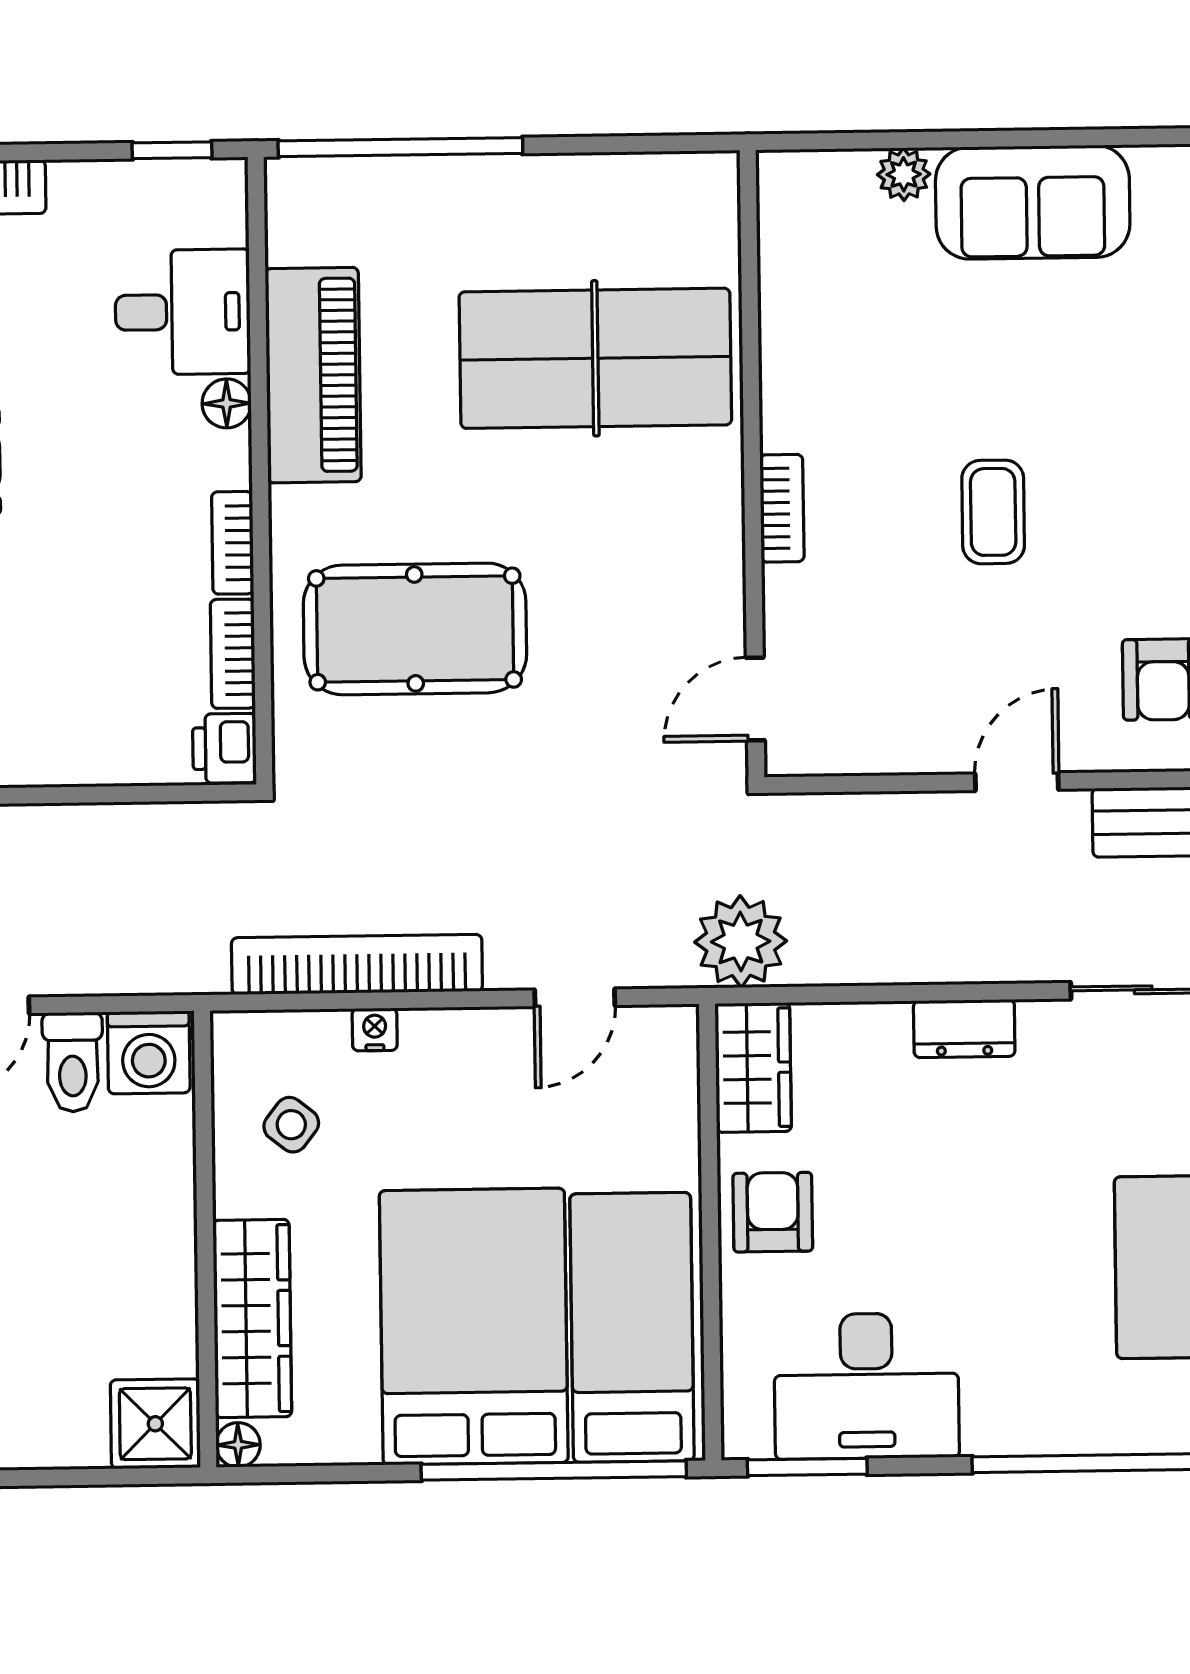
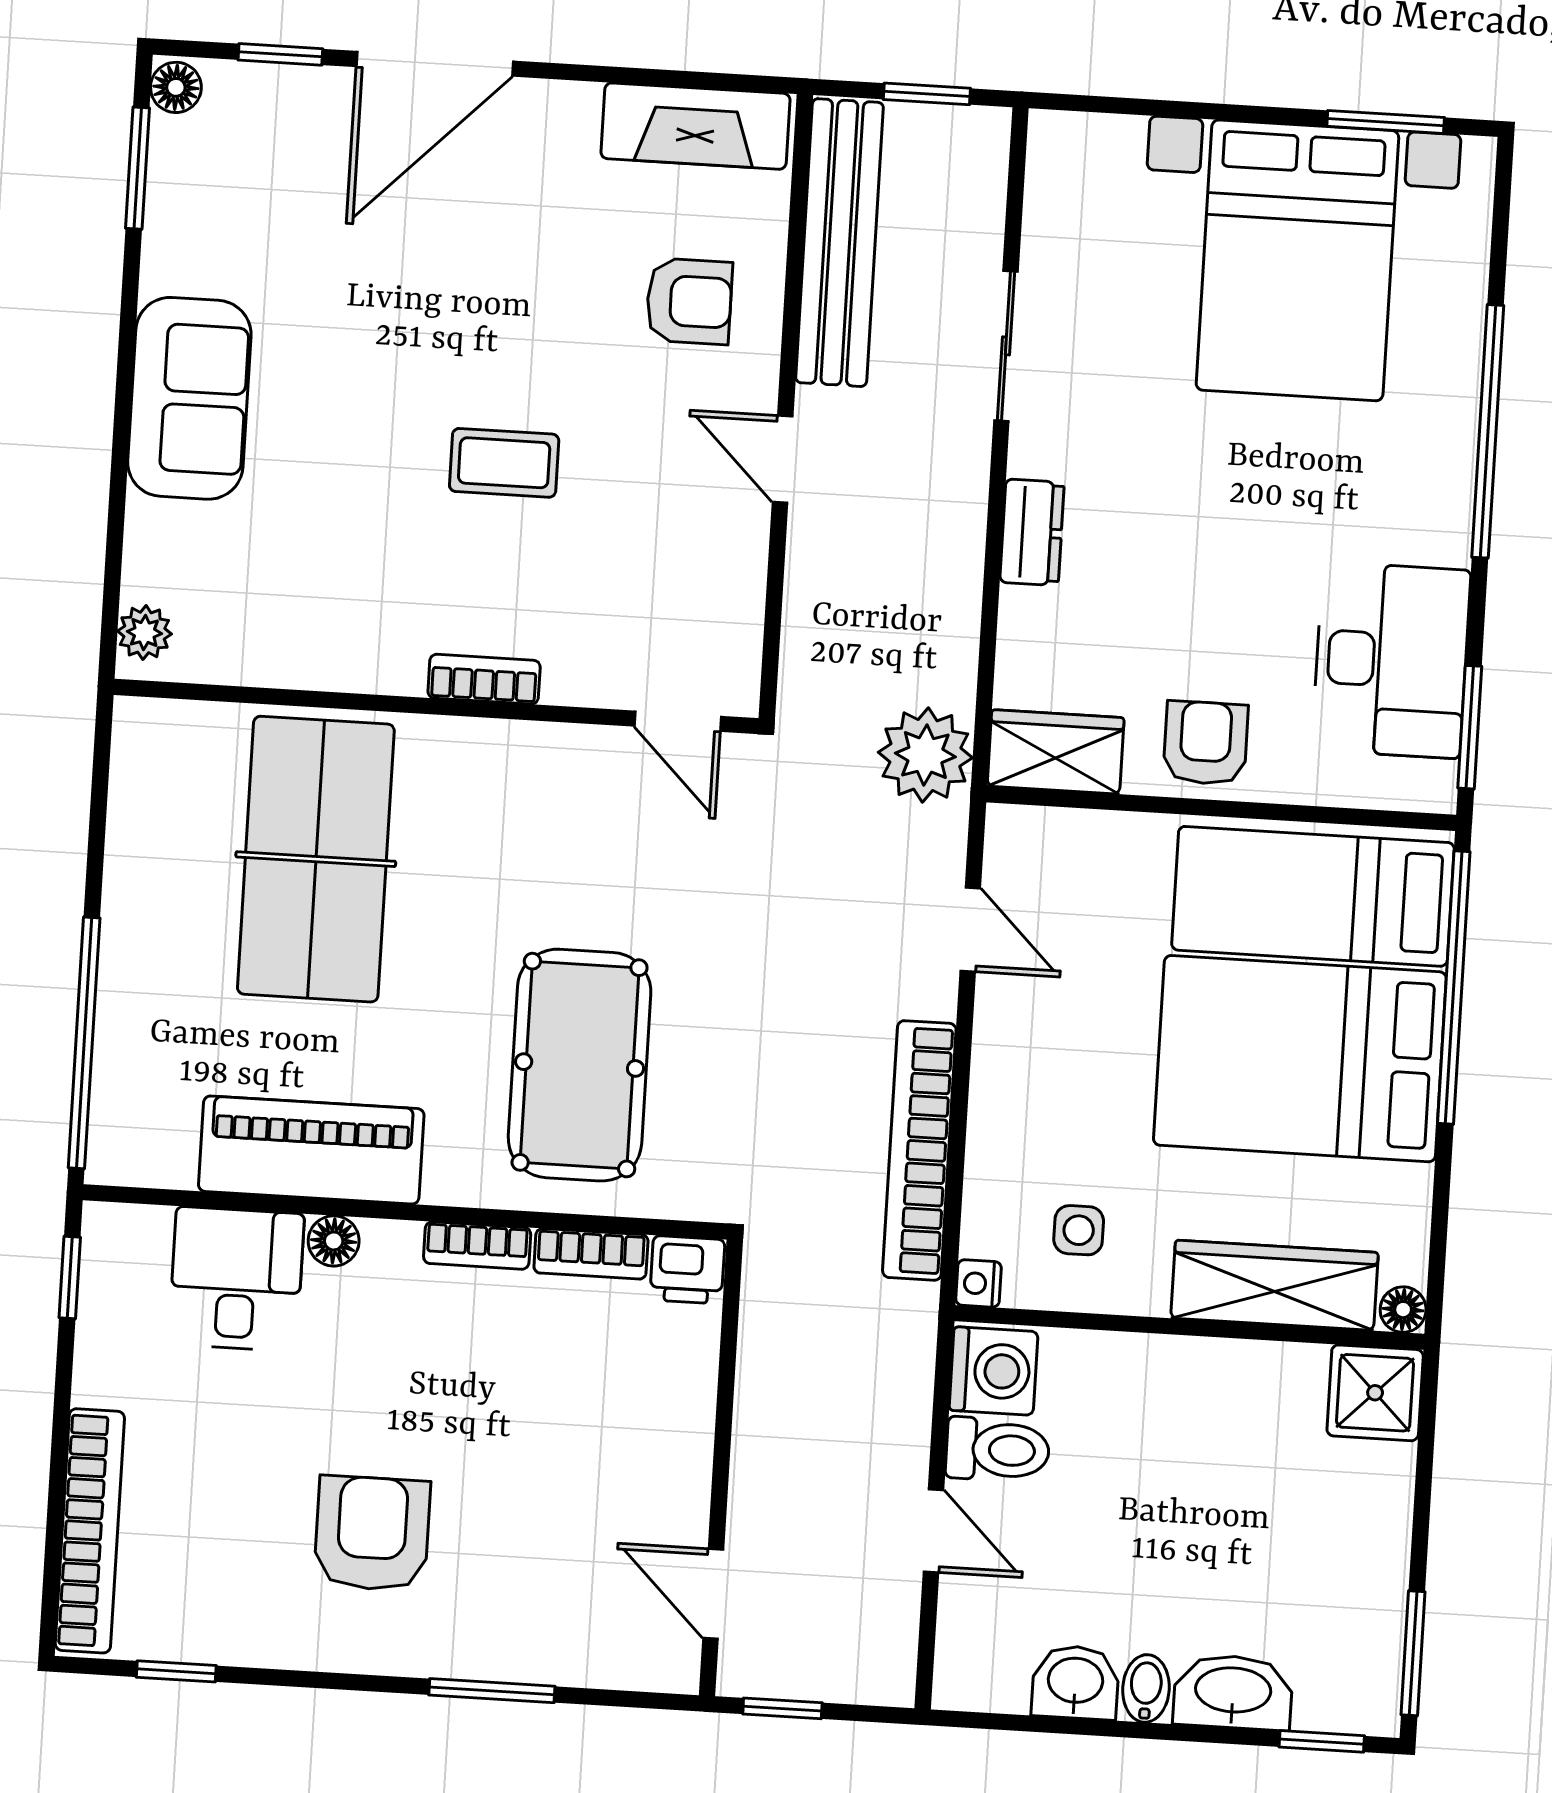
plant: (904, 174) -> (144, 633), moved
nightstand: (375, 1030) -> (979, 1283), moved
side table: (291, 1125) -> (1079, 1230), turned -38
armchair: (773, 1212) -> (1206, 743), turned 90

